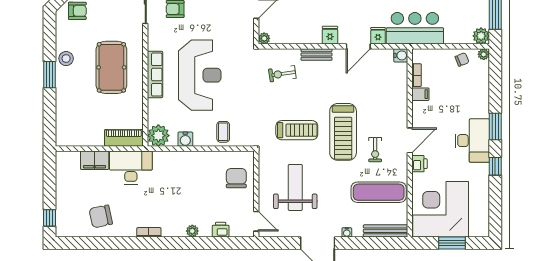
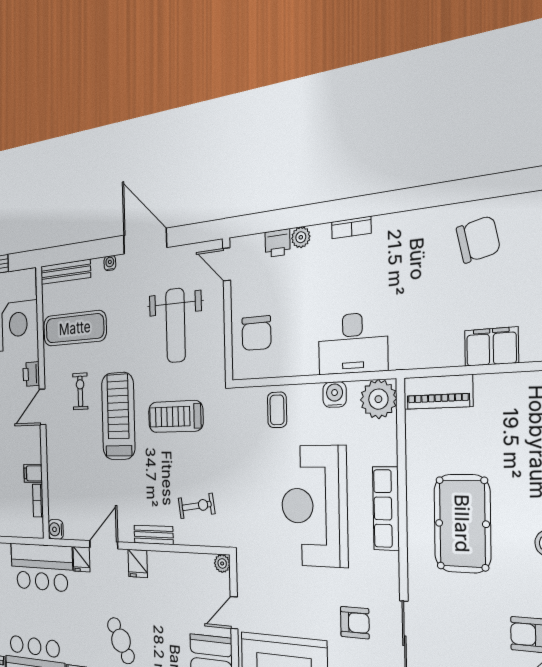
desk: (131, 168) -> (353, 343), moved
plant: (192, 231) -> (301, 237), moved
bookcase: (149, 232) -> (351, 228), moved

